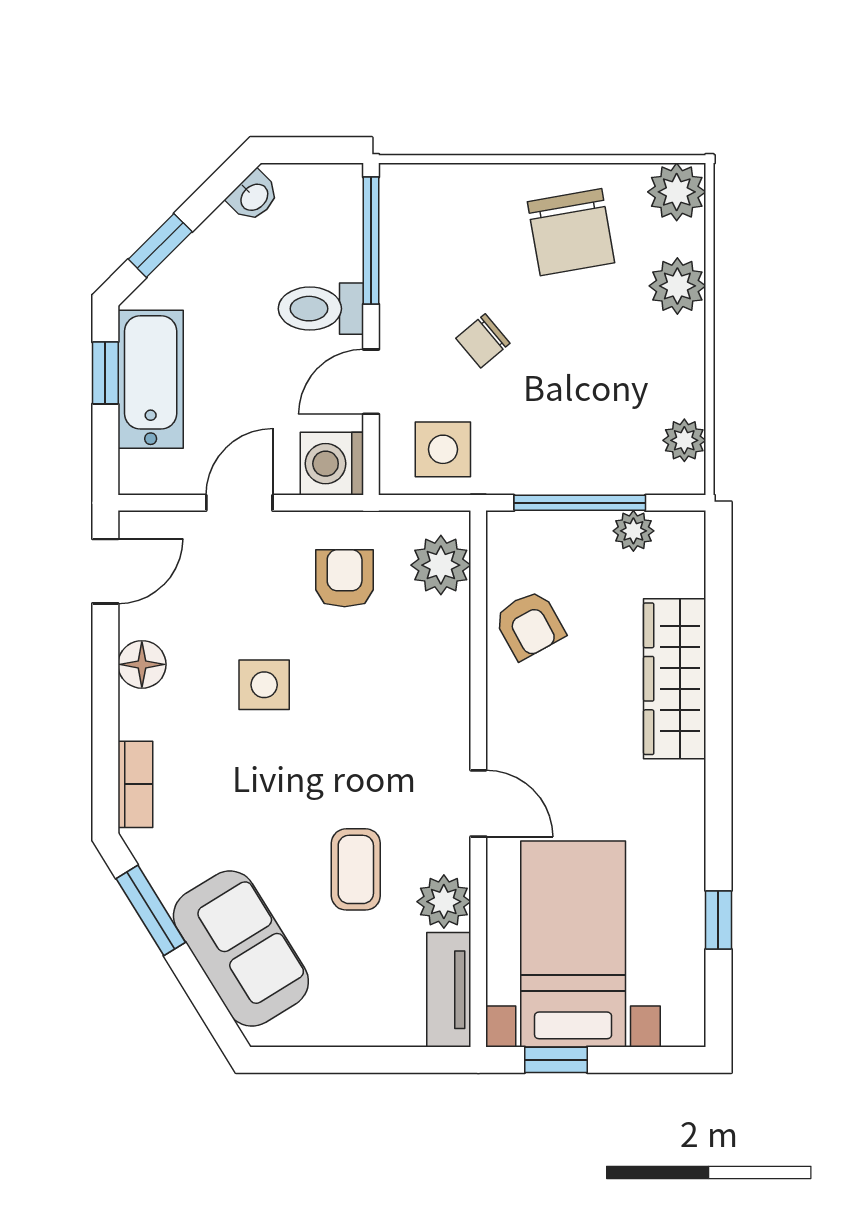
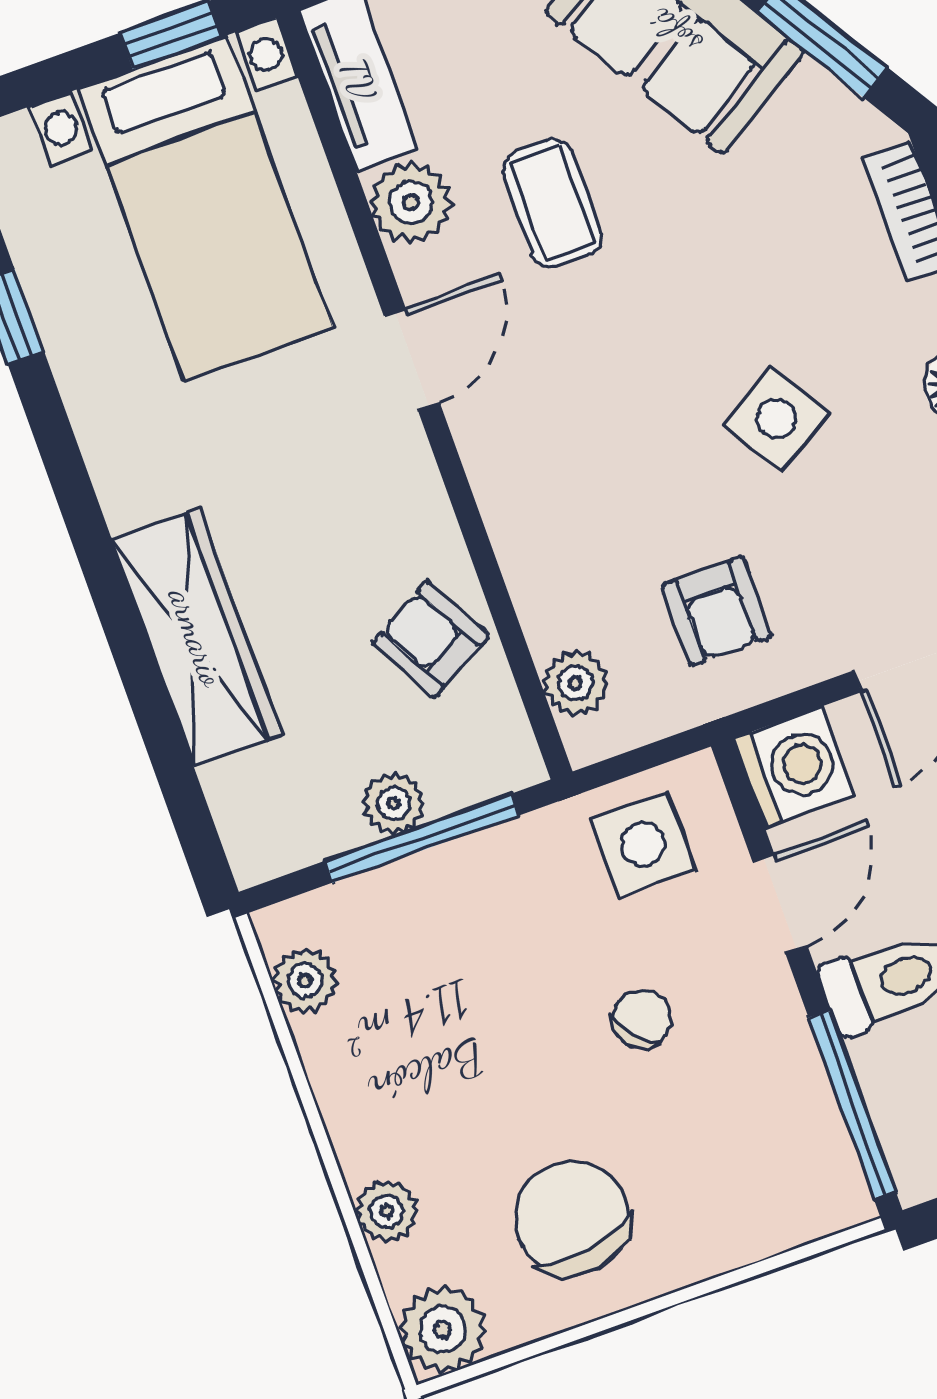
plant: (677, 286) -> (387, 1211), width x0.73, depth x0.73
plant: (633, 531) -> (394, 803), moved
plant: (441, 565) -> (575, 683), width x0.73, depth x0.73
side table: (264, 685) -> (777, 419), turned -31
door: (478, 803) -> (412, 360), swing flipped

